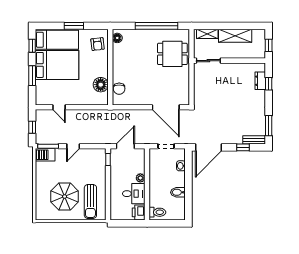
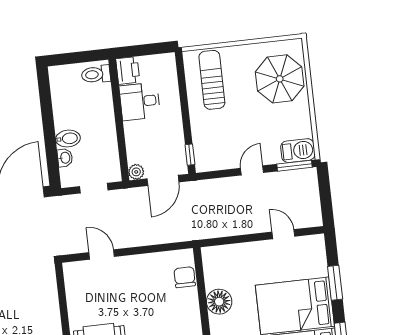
floor lamp: (101, 85) -> (219, 302), moved
door: (166, 107) -> (102, 255), width x0.53
window: (32, 127) -> (325, 195), removed
plant: (140, 178) -> (136, 172), moved
bidet: (178, 192) -> (68, 139), moved
parasol: (65, 197) -> (280, 79), moved

